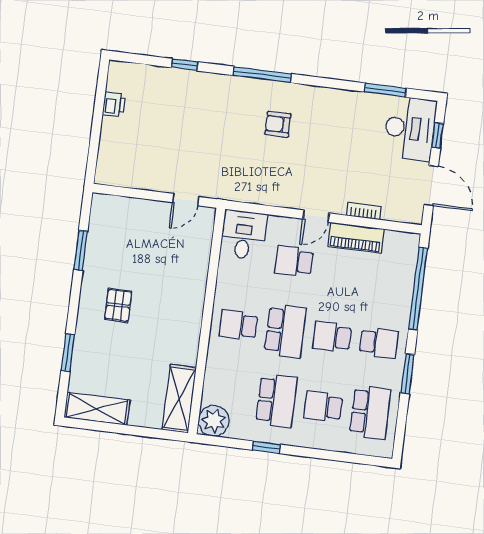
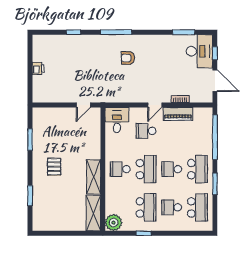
printer: (114, 104) -> (38, 68), moved
school desk: (379, 343) -> (197, 169), width x1.85
shelving: (97, 409) -> (94, 177), moved, turned 90

